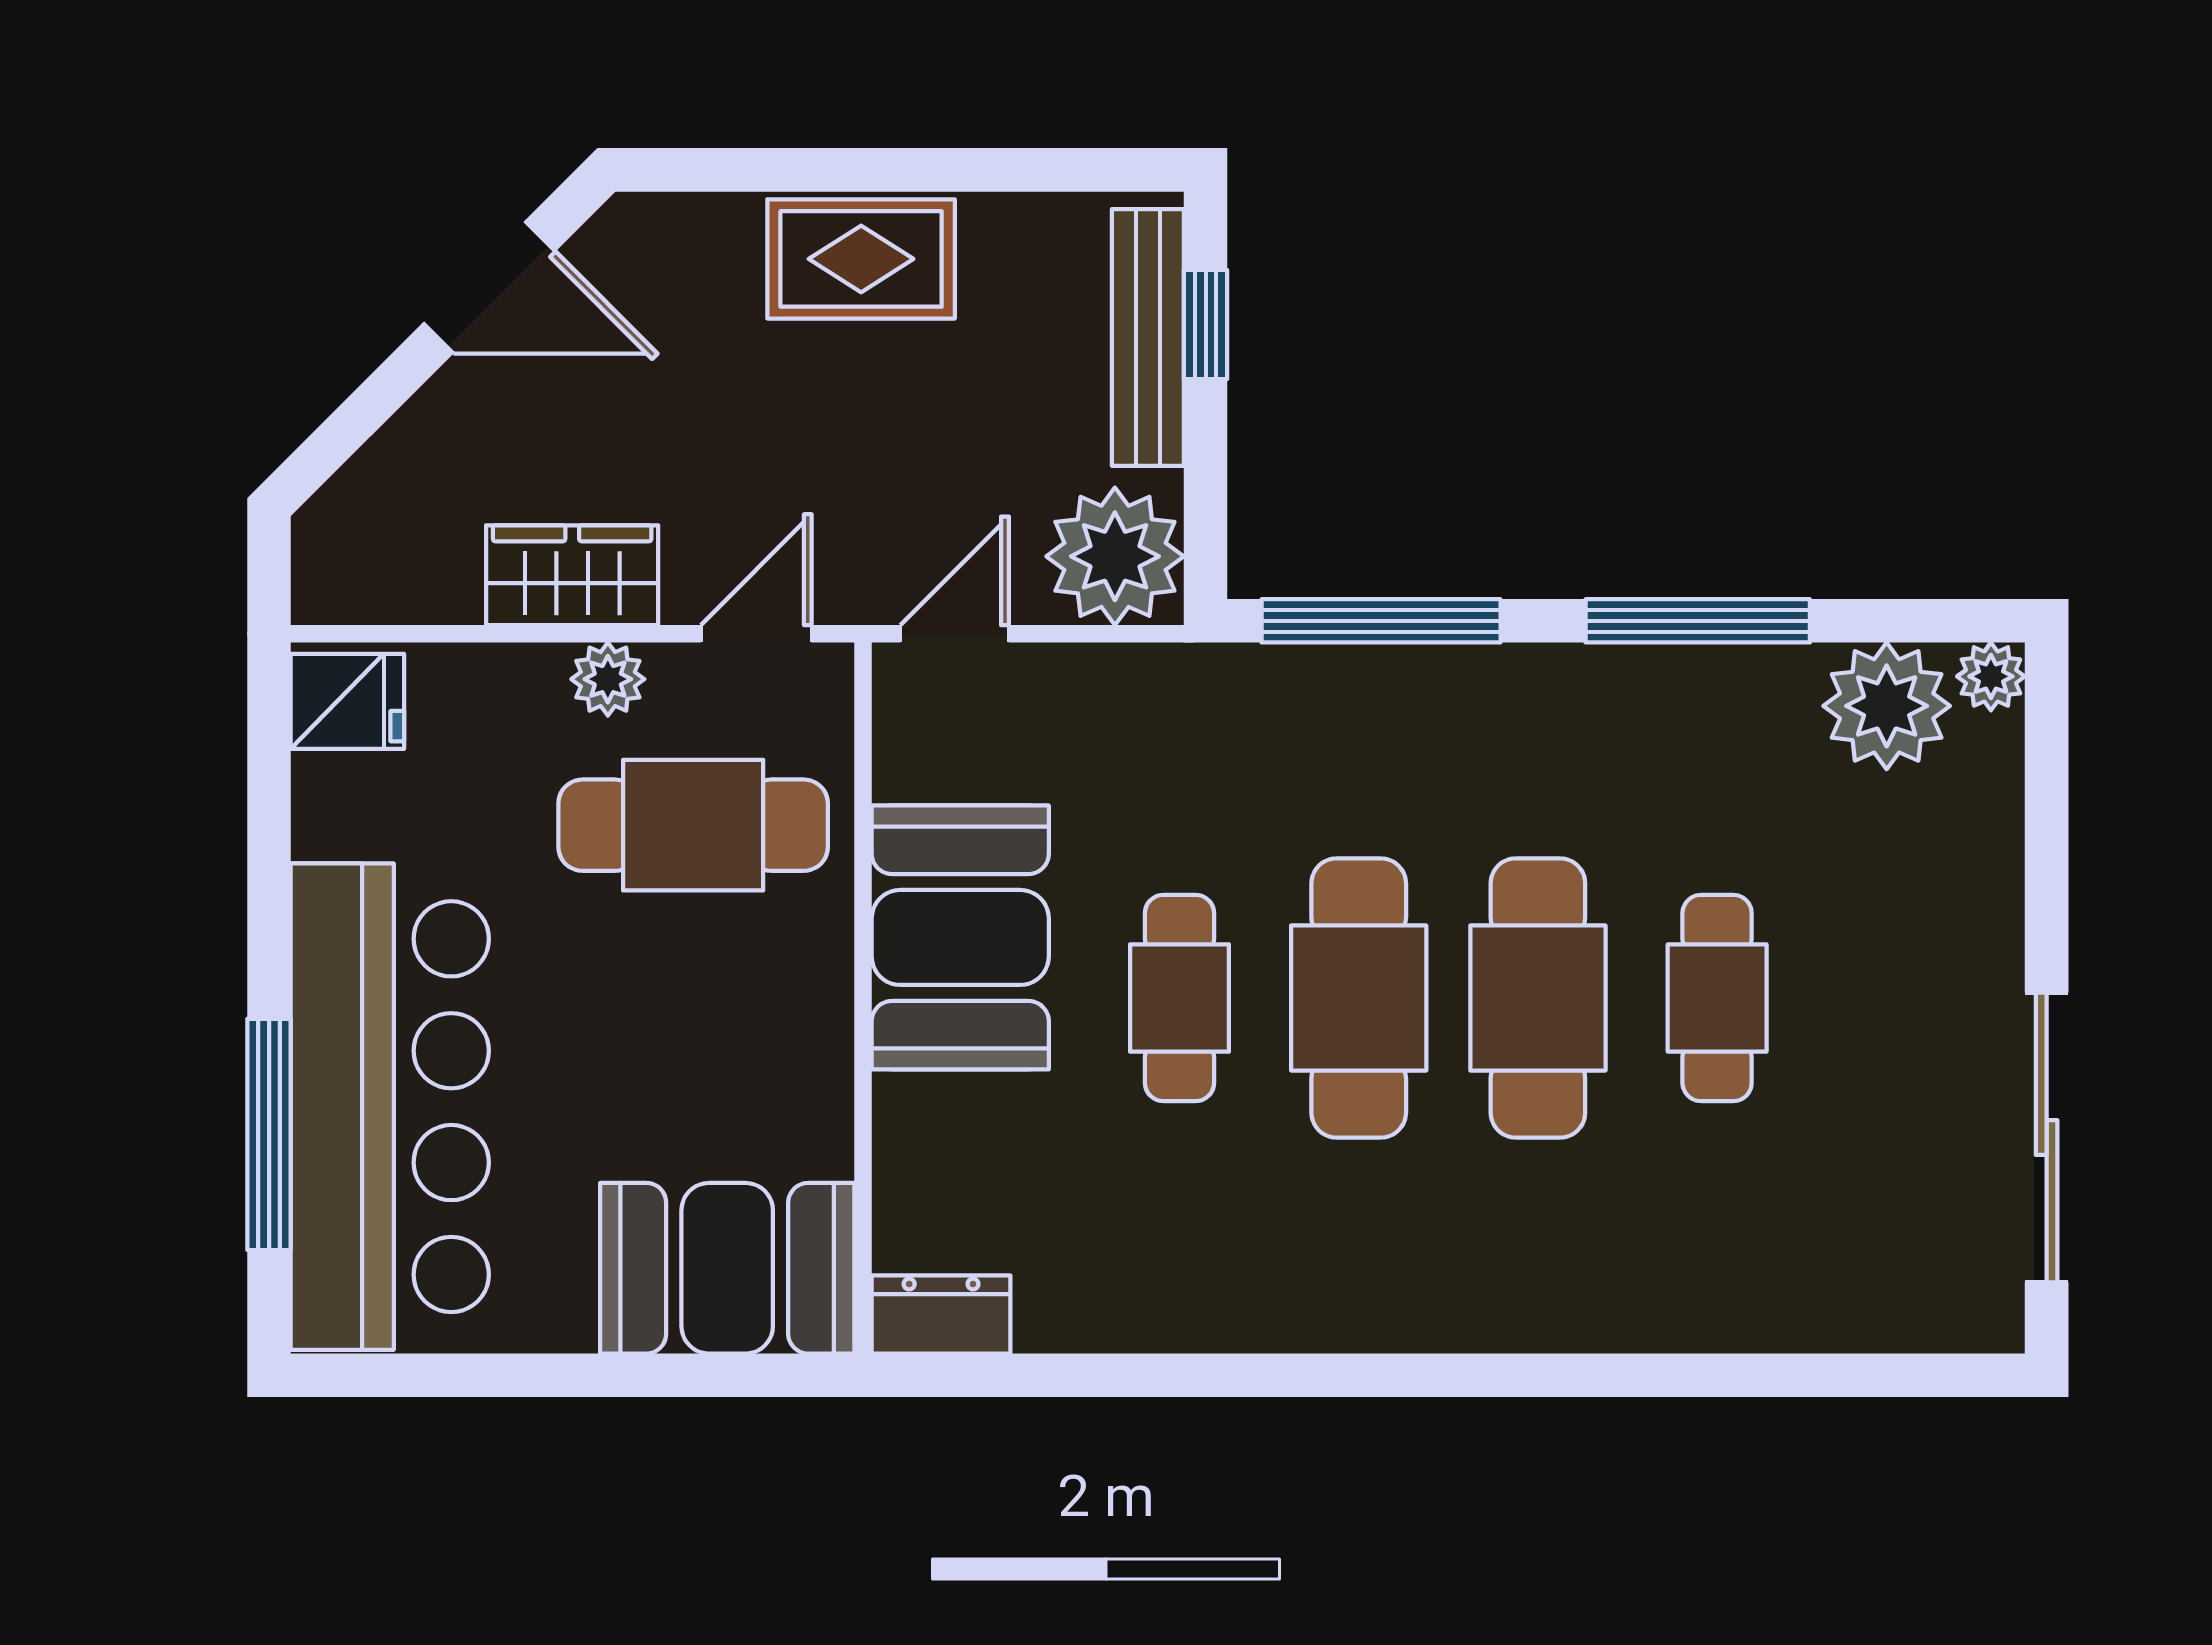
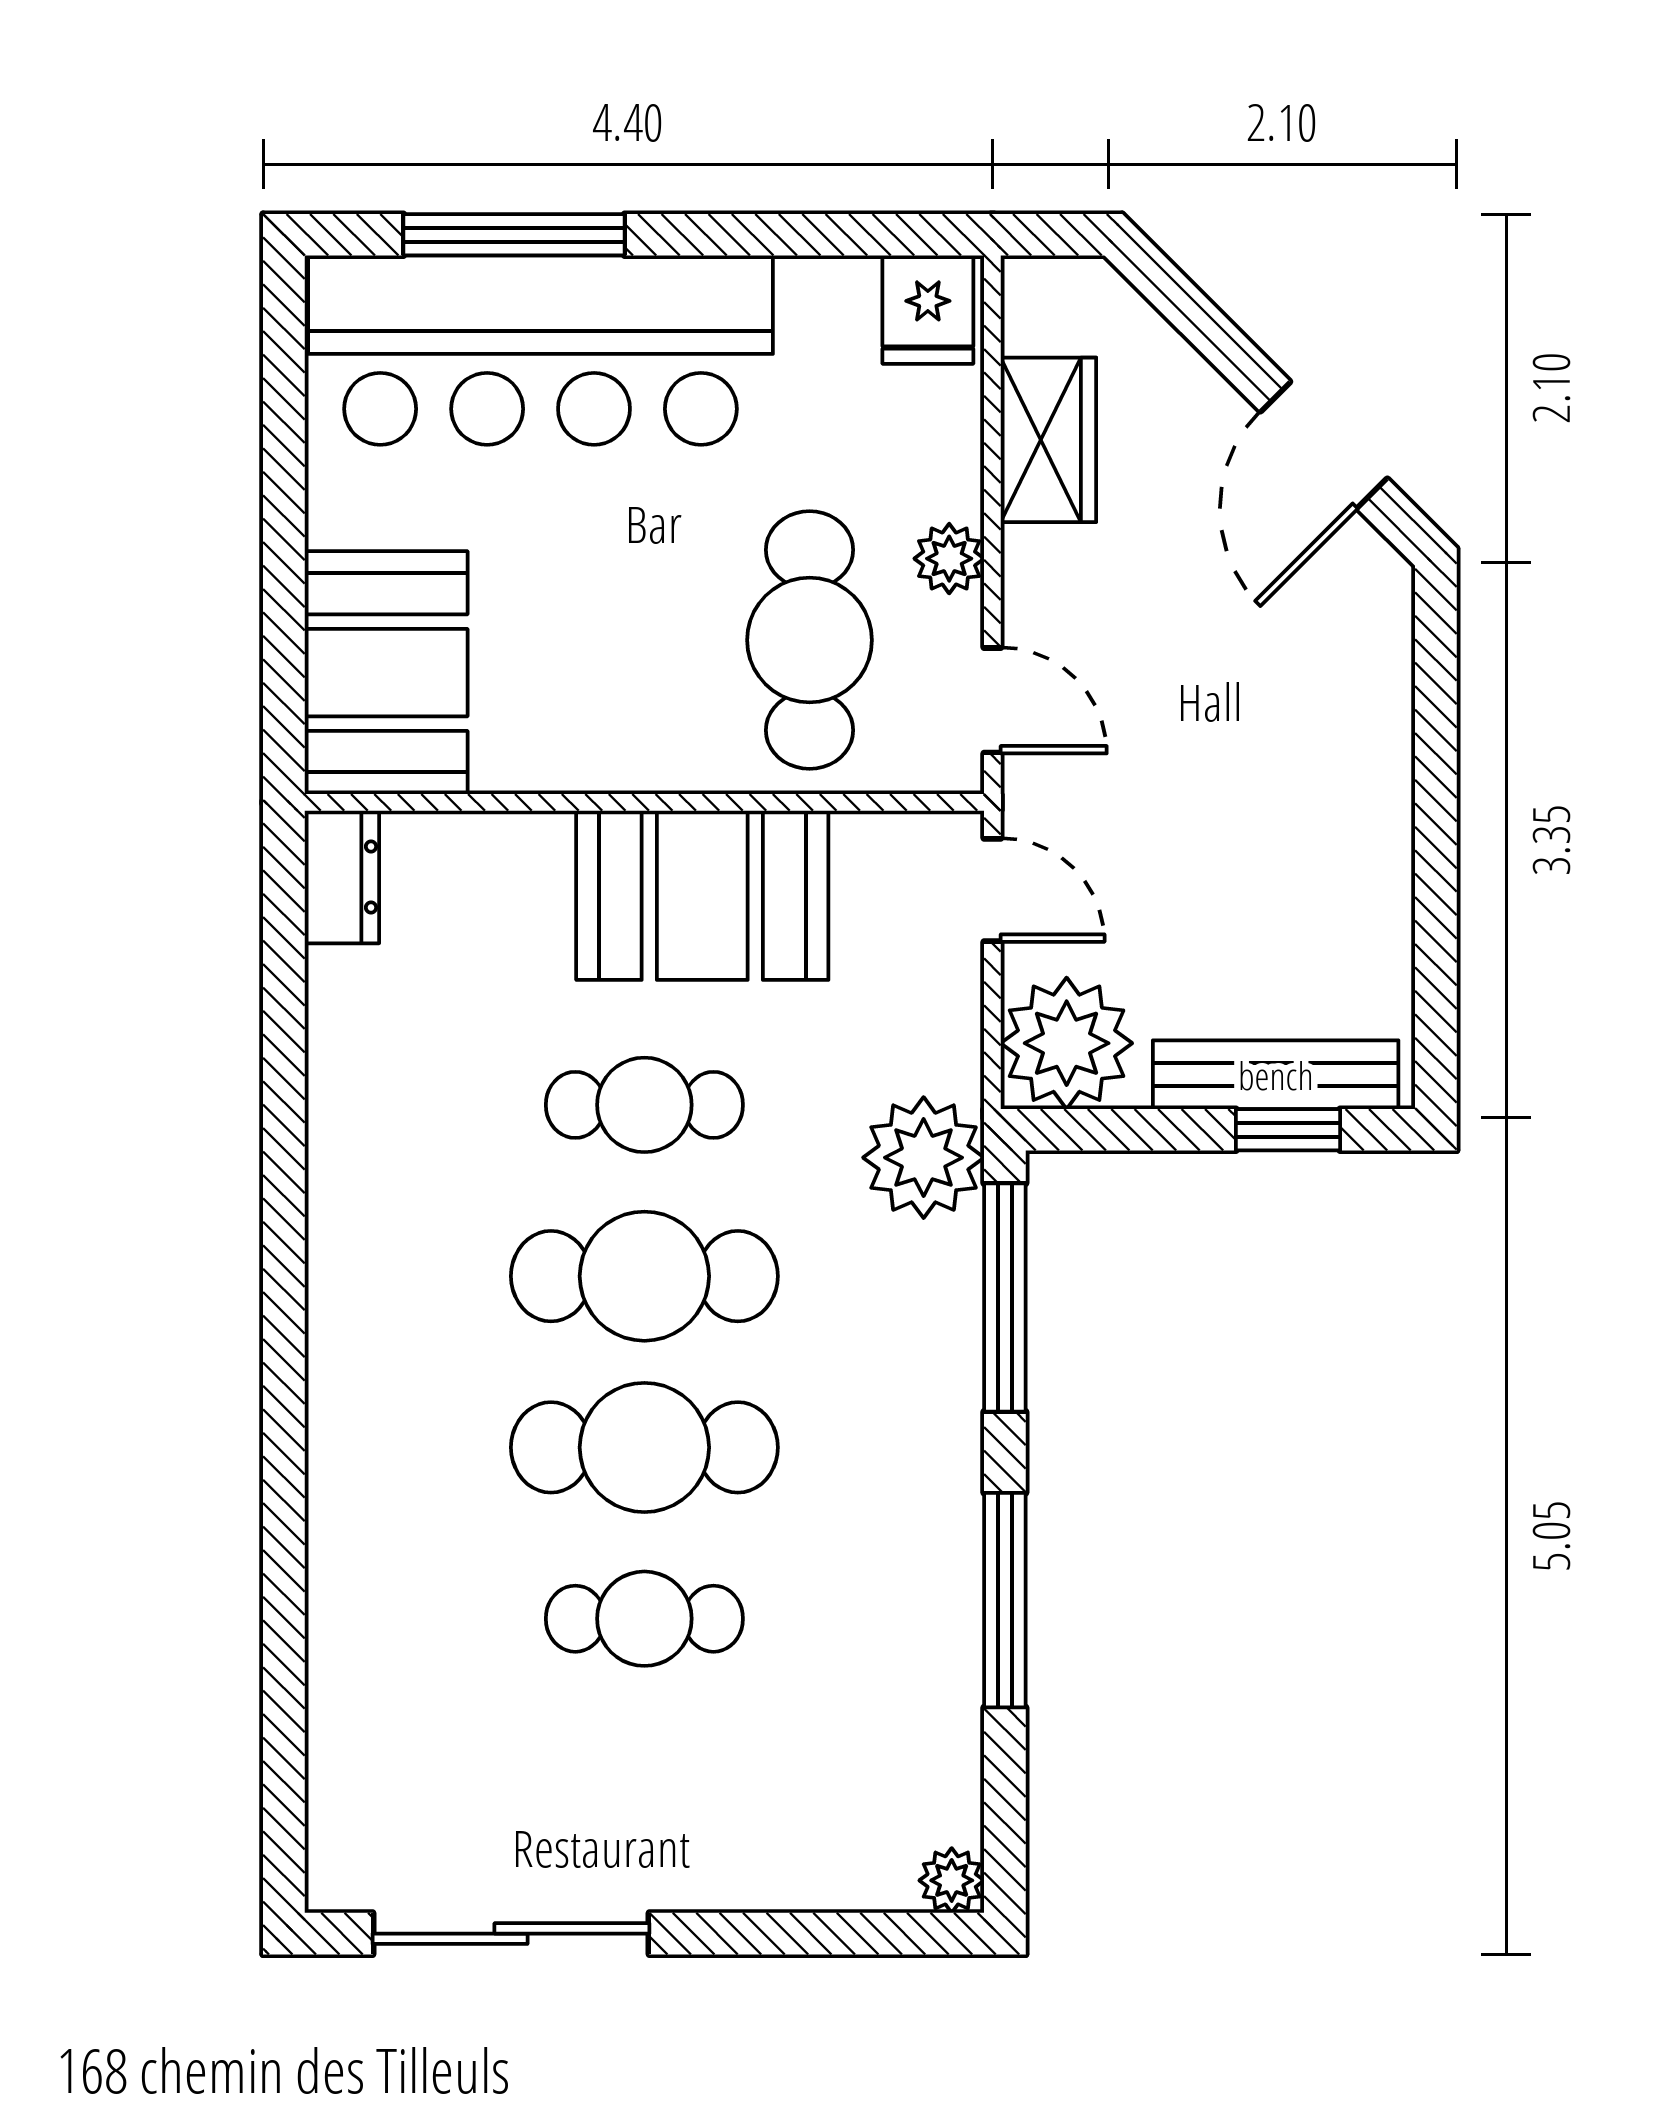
rug: (861, 259) -> (1351, 801), removed
wardrobe: (572, 575) -> (1048, 440), moved
plant: (1887, 706) -> (924, 1158), moved

